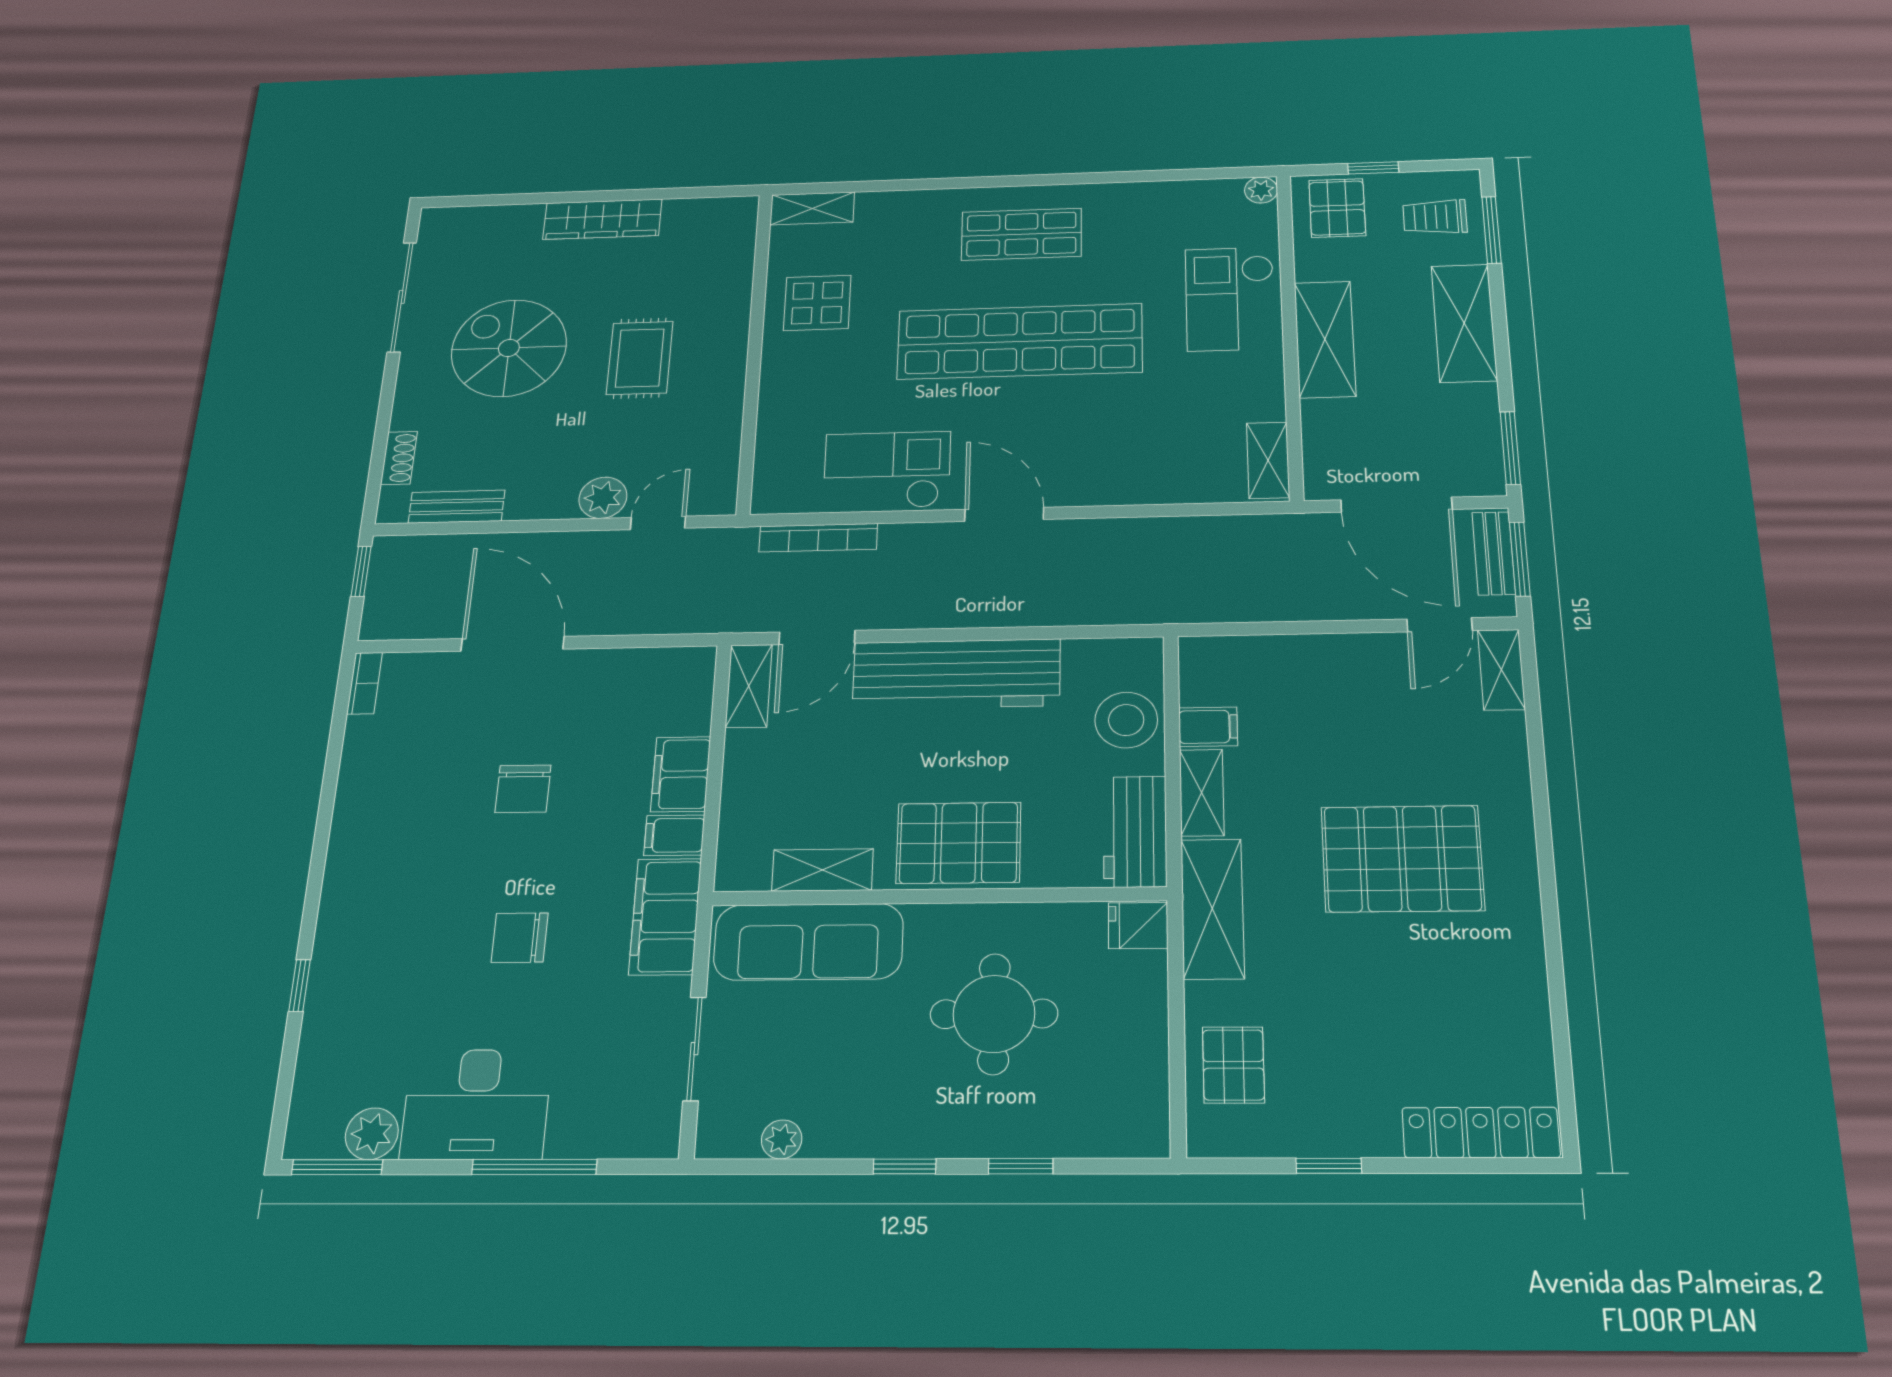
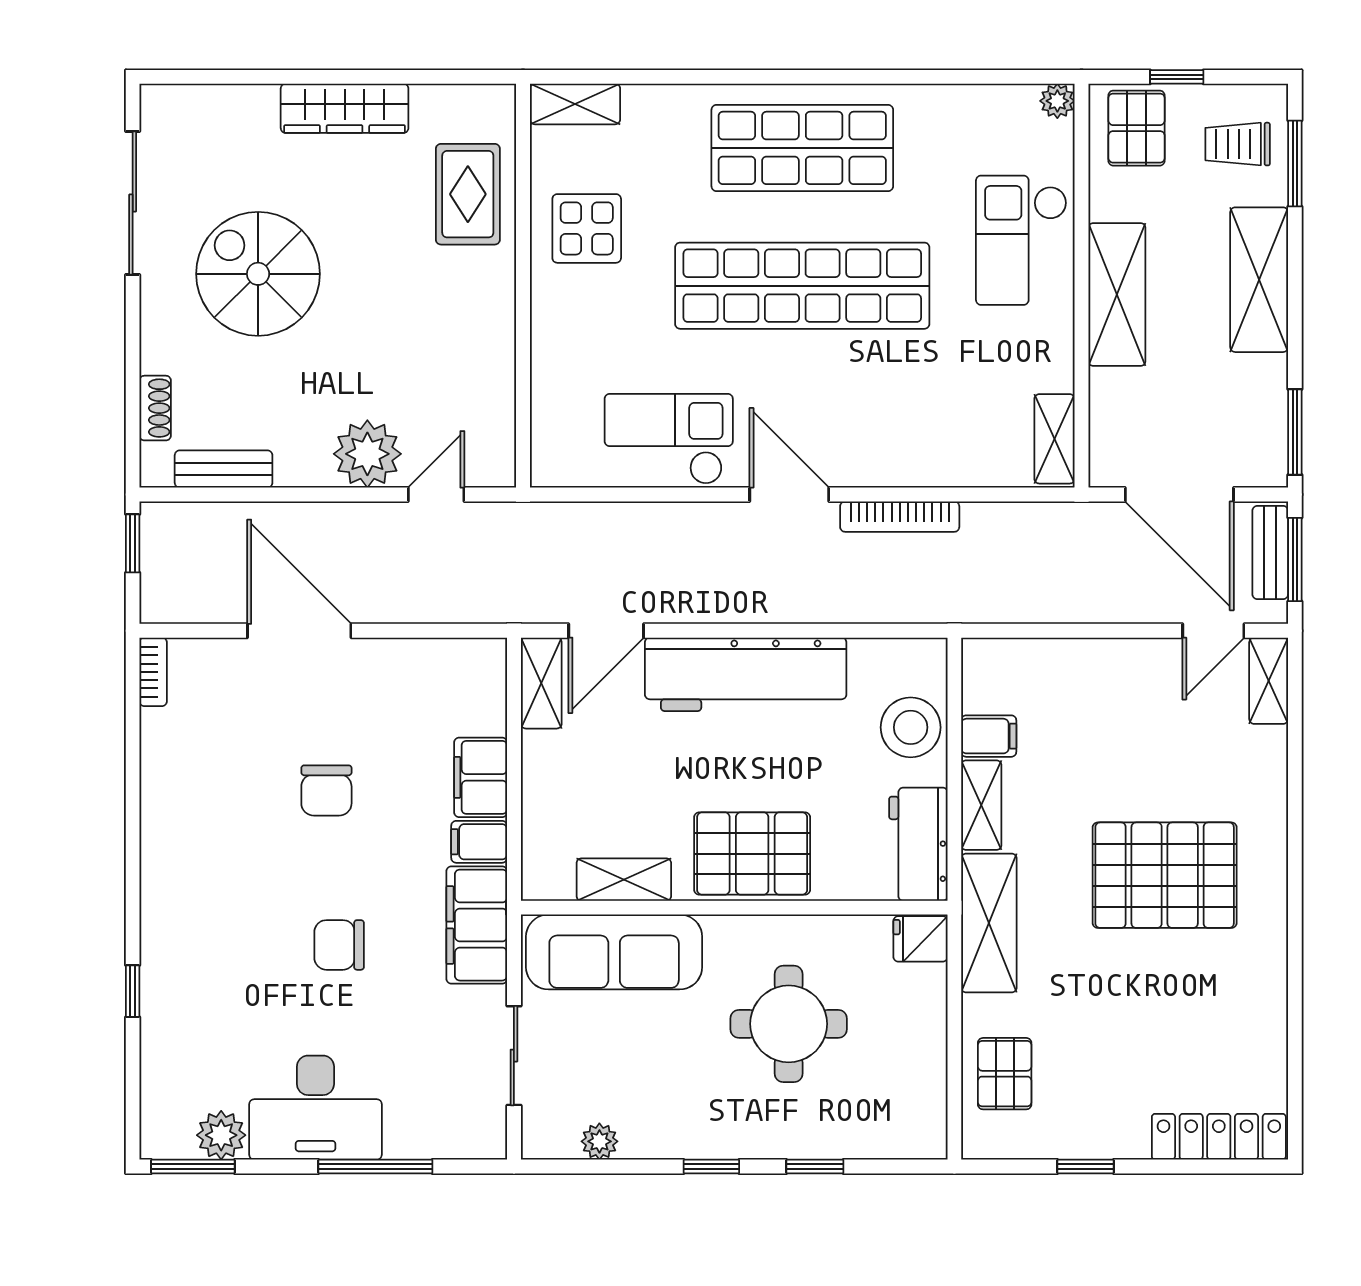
shop shelf: (1021, 234) -> (802, 148), width x1.43, depth x1.36
rug: (640, 358) -> (468, 194), moved
plant: (603, 498) -> (367, 454), width x1.36, depth x1.36
bookcase: (818, 538) -> (900, 517), moved

